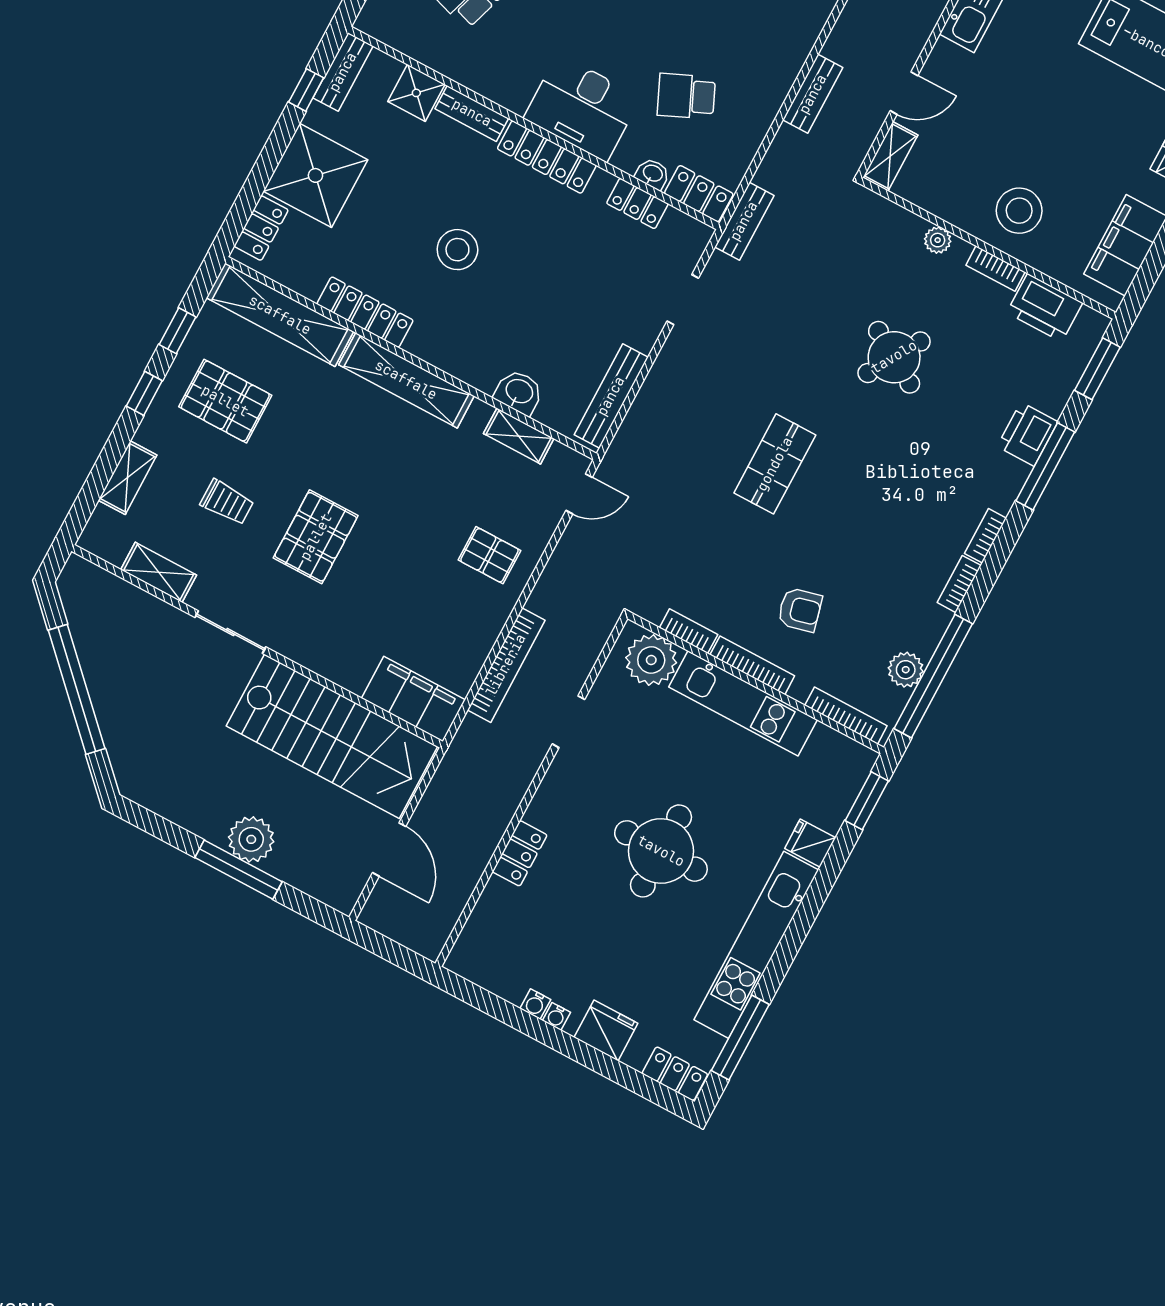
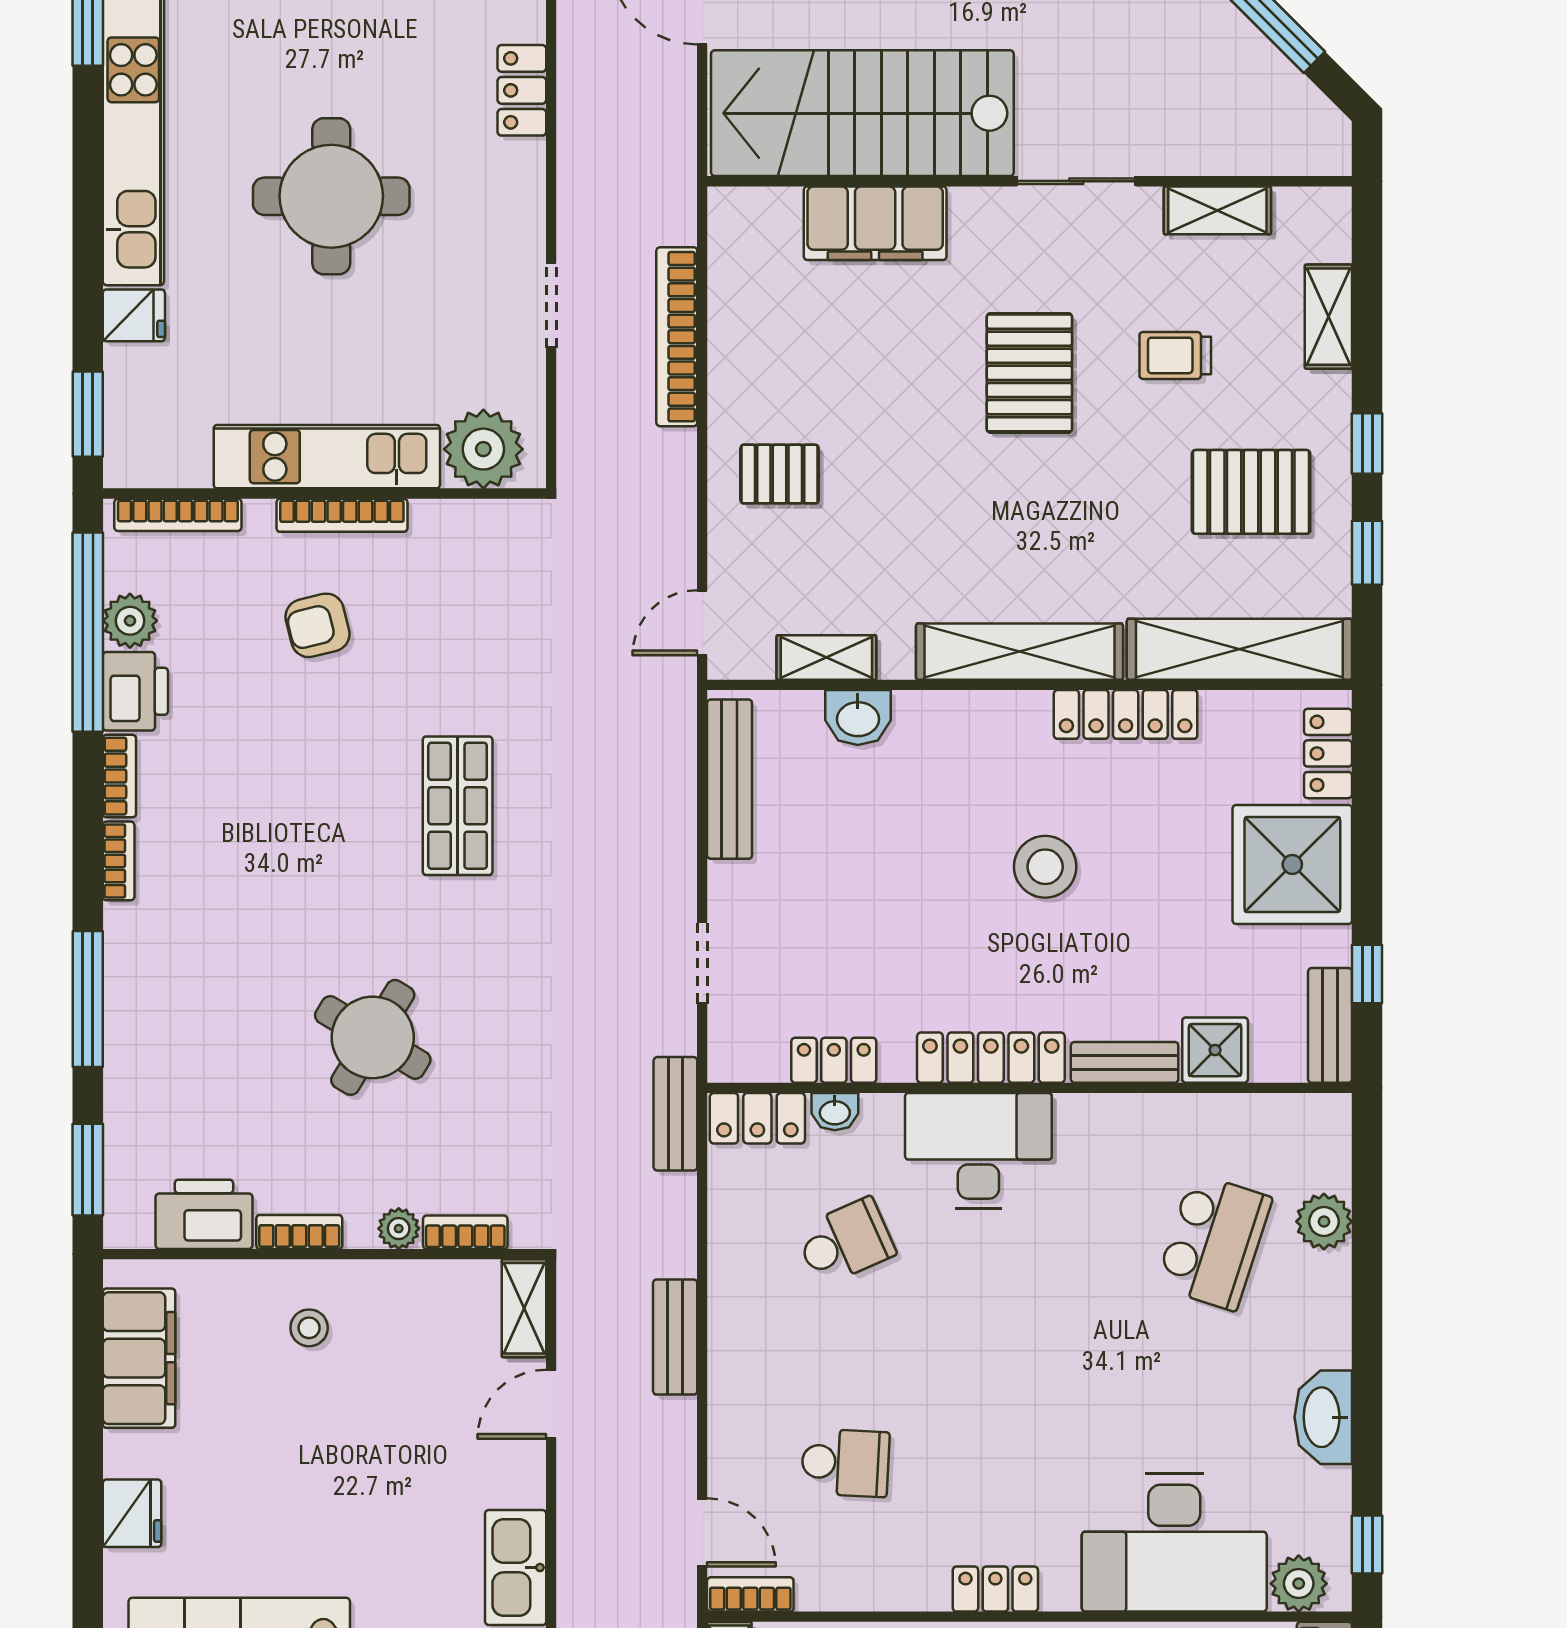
stool: (1019, 211) -> (309, 1328), width x0.53, depth x0.53
printer: (1027, 434) -> (135, 691), moved
bookcase: (689, 631) -> (465, 1232), moved, turned 180
filing cabinet: (413, 699) -> (875, 223), moved

